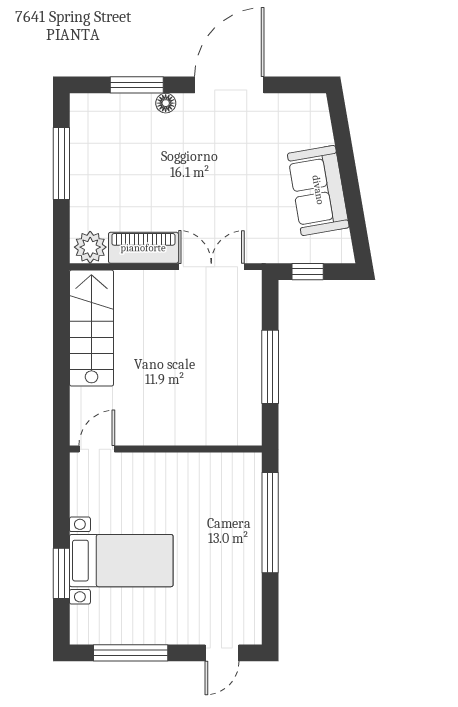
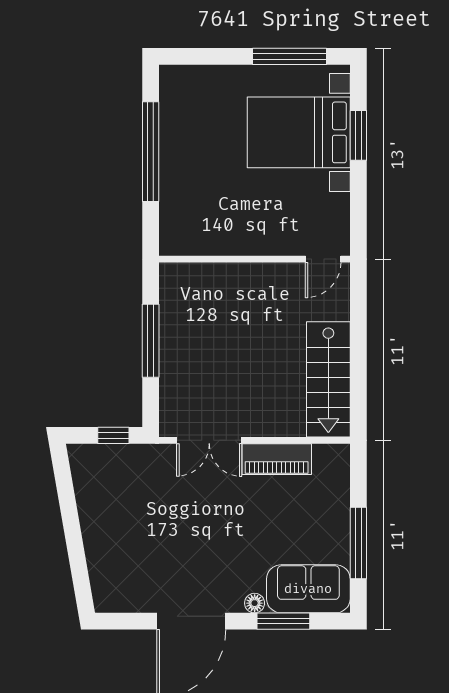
sofa: (318, 190) -> (308, 589), moved, turned -80
plant: (90, 247) -> (330, 460), removed
window: (270, 523) -> (151, 152), moved
bed with nightstands: (121, 561) -> (299, 132), width x1.36
door: (222, 653) -> (199, 56), removed

